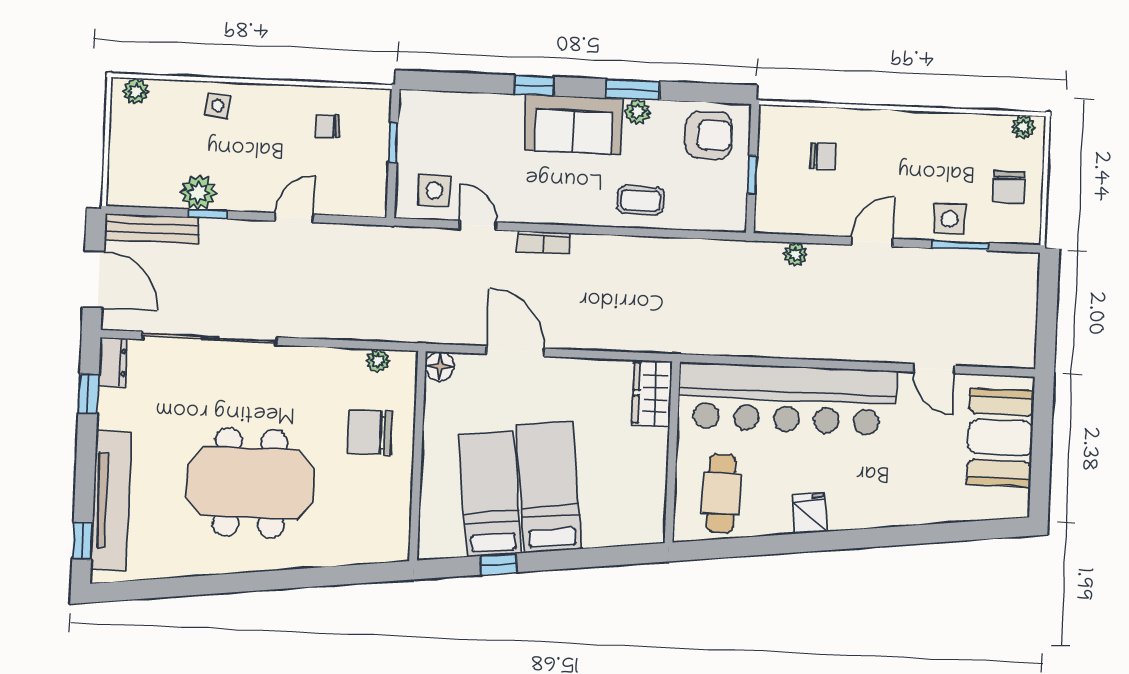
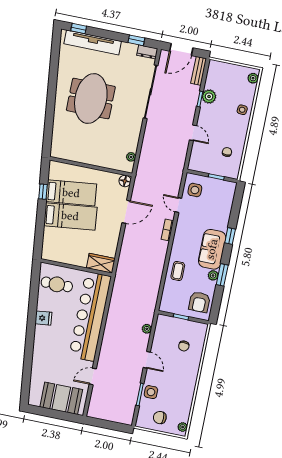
door: (478, 225) -> (178, 205), swing flipped
bench: (152, 229) -> (199, 71), width x0.73
chair: (369, 432) -> (103, 149), removed

